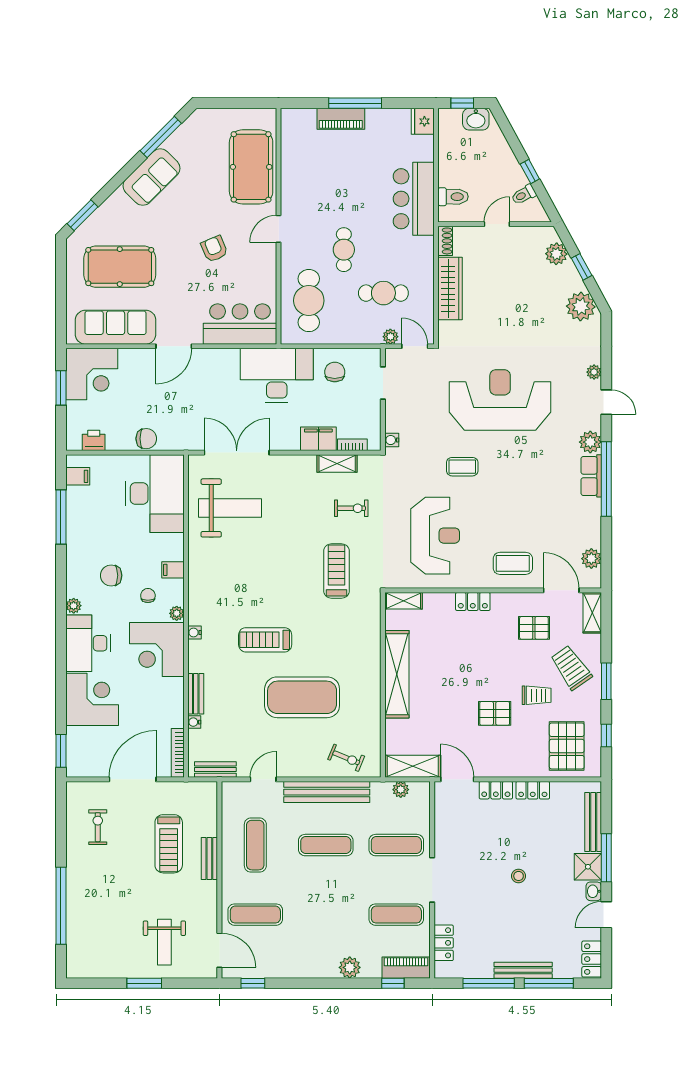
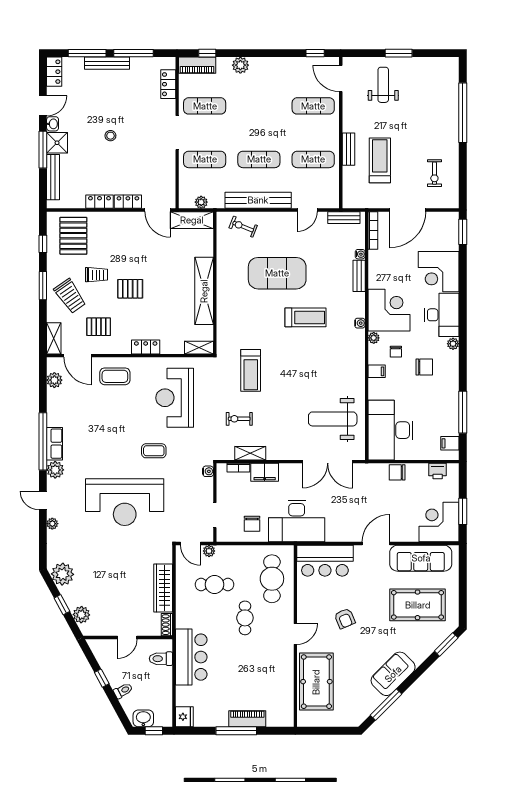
toilet: (524, 195) -> (123, 691), moved
trolley: (537, 695) -> (97, 275), turned 180
pallet: (495, 713) -> (130, 289), moved
exercise mat: (255, 845) -> (313, 159), turned 90

